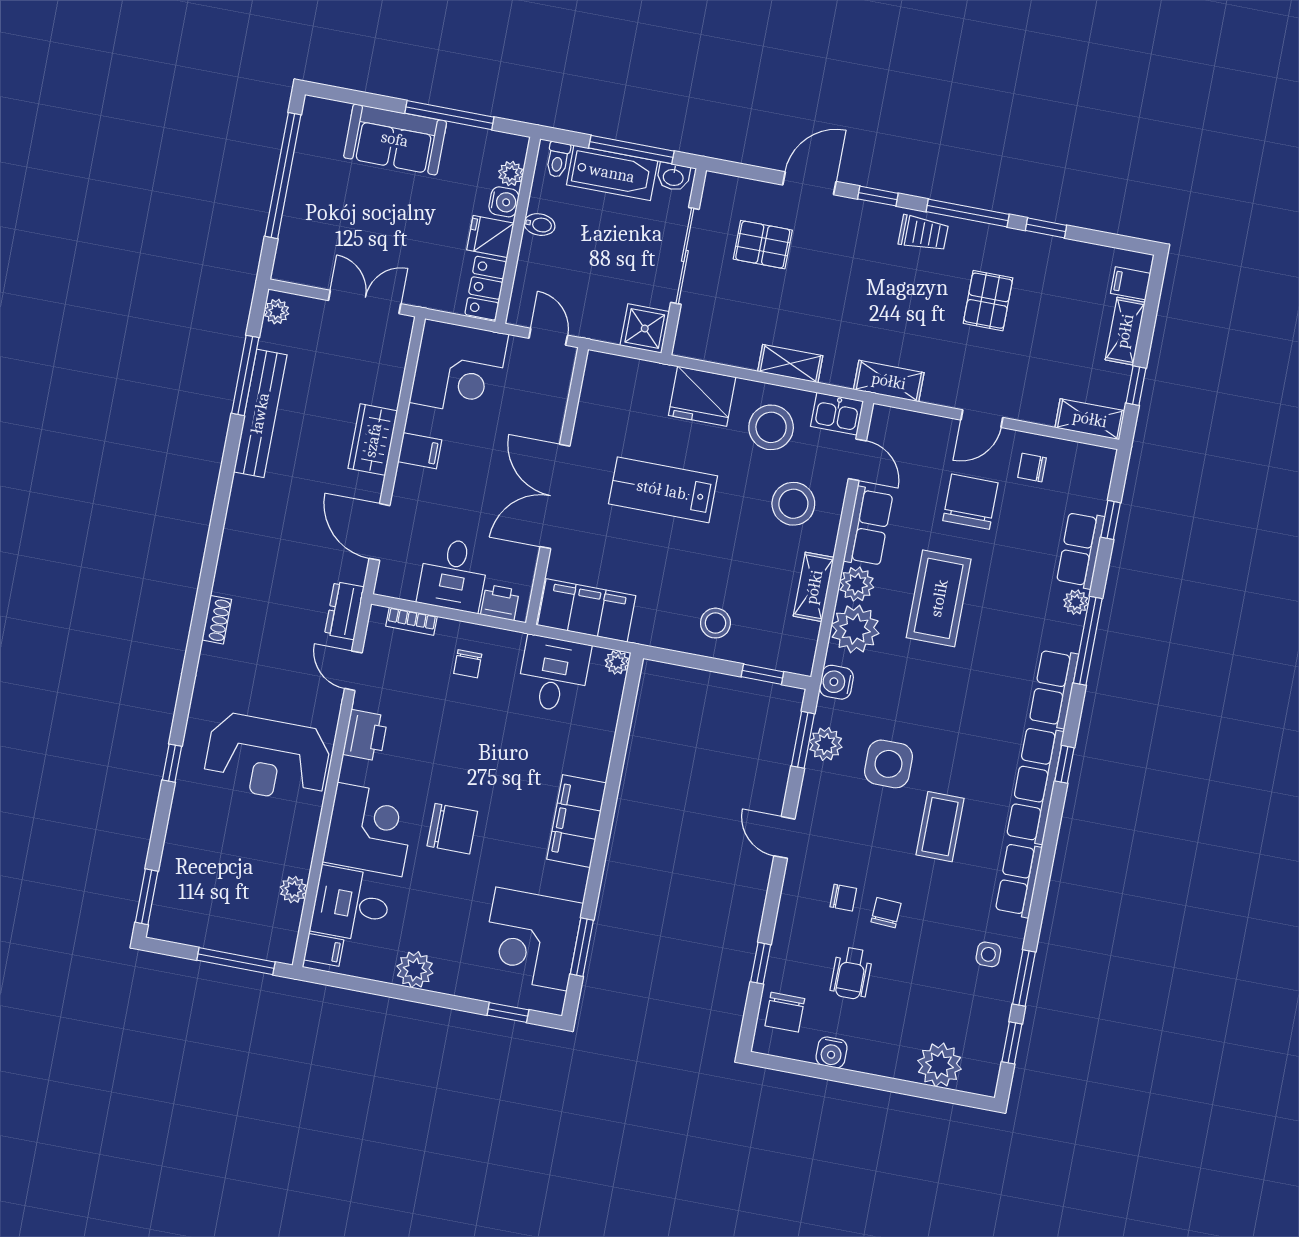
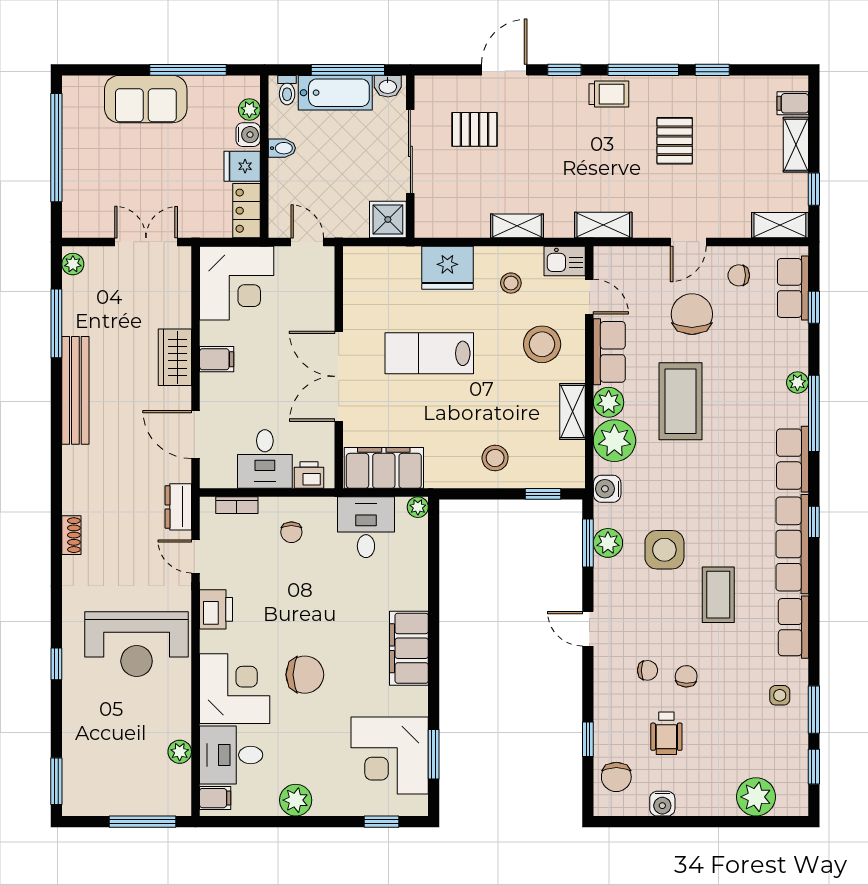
bench: (260, 413) -> (75, 390), moved
stool: (771, 427) -> (511, 283), width x0.53, depth x0.53
row of seats: (1080, 550) -> (793, 288), moved

